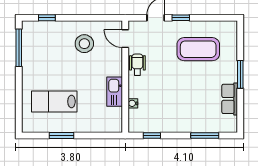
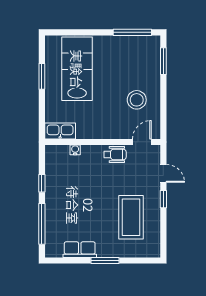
window: (47, 18) -> (163, 61), width x1.50
kitchen sink: (115, 92) -> (60, 131), moved
lab bench: (54, 101) -> (77, 69), width x1.36, depth x1.39
window: (152, 136) -> (42, 183), moved
window: (205, 136) -> (42, 224), width x1.44

